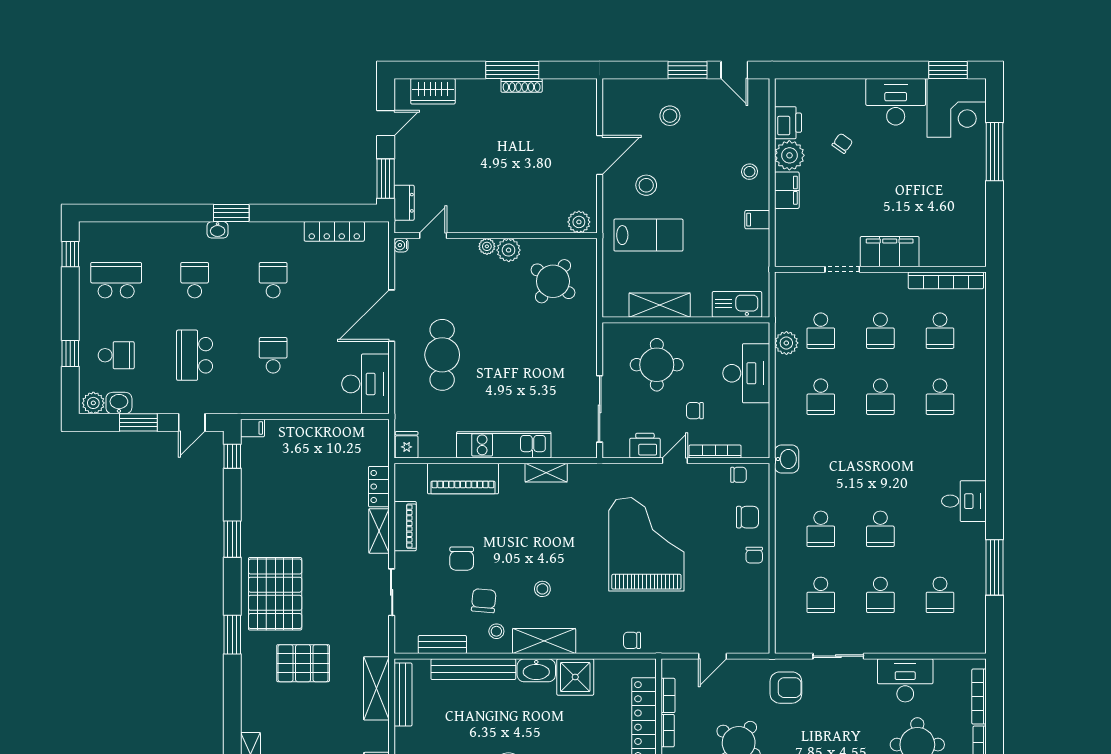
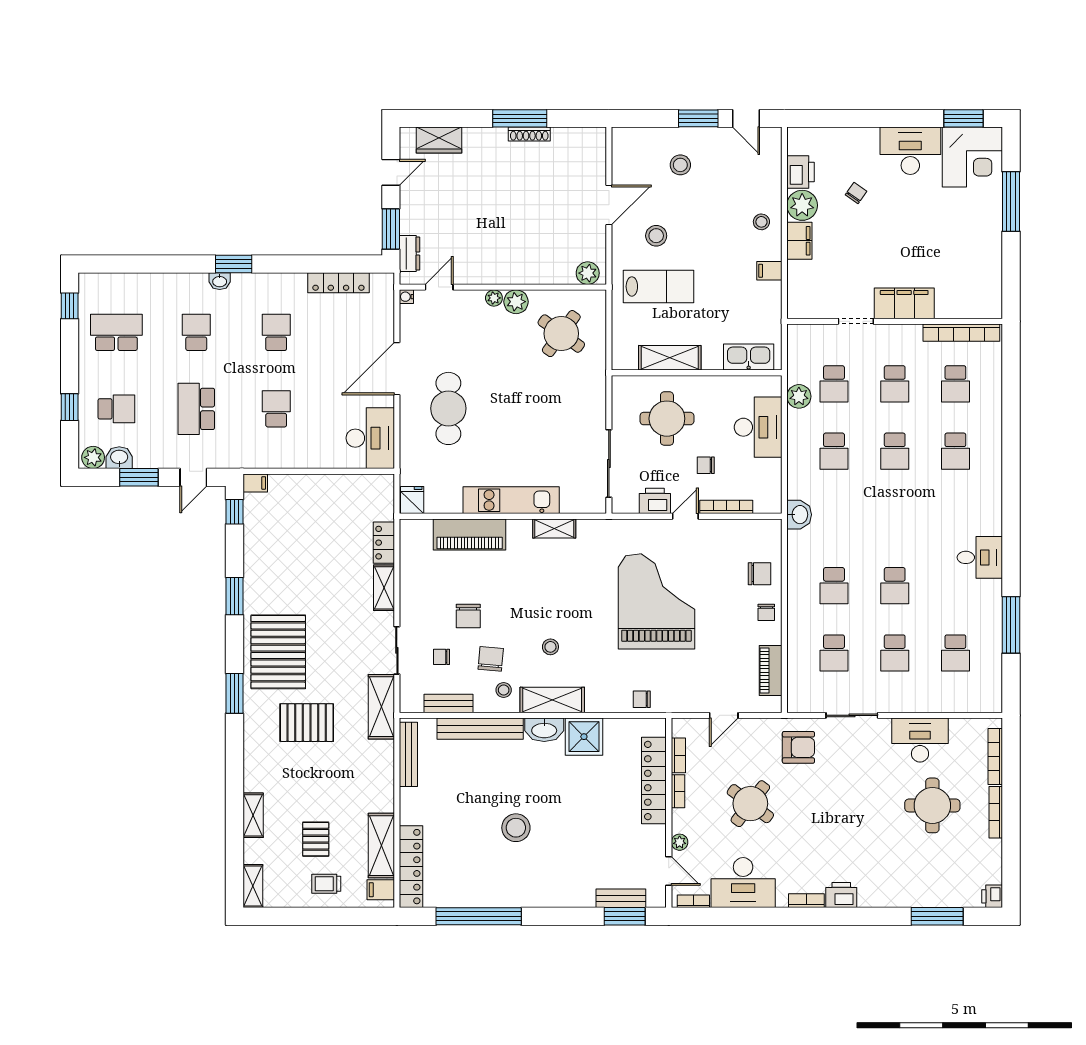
chair: (738, 475) -> (442, 657), moved, turned 180
piano: (405, 526) -> (771, 670), moved, turned 180
shelving: (376, 688) -> (381, 707), moved

